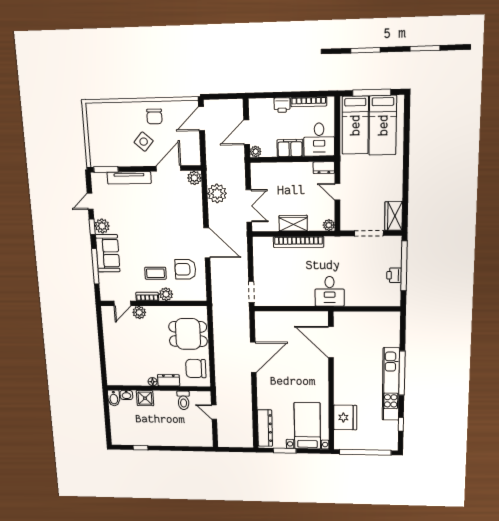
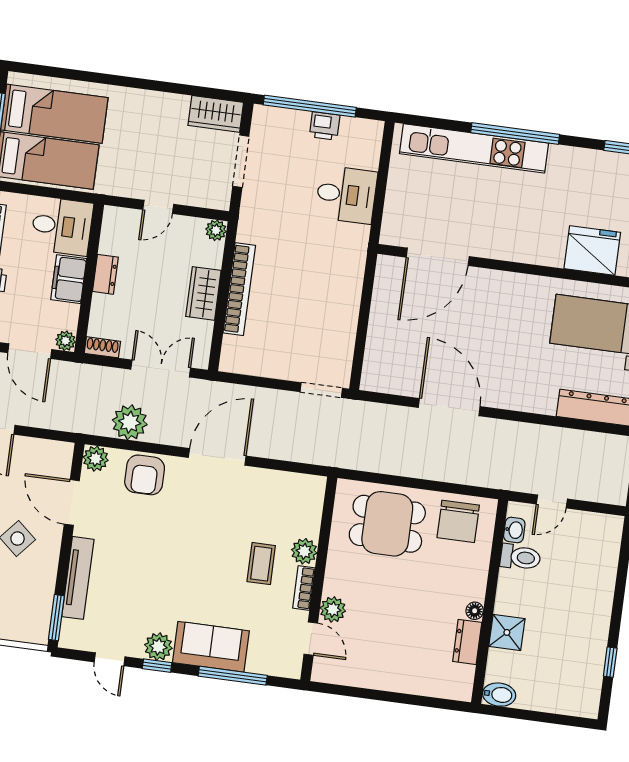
dresser: (324, 168) -> (105, 274), moved
shoe rack: (255, 172) -> (102, 347), added
armchair: (185, 269) -> (145, 475), moved
desk: (330, 291) -> (346, 195), moved
dining table: (188, 334) -> (387, 524), turned 90
dresser: (169, 380) -> (467, 642), moved
kitchen unit: (391, 384) -> (474, 148), moved
washbasin: (126, 395) -> (514, 530), moved

